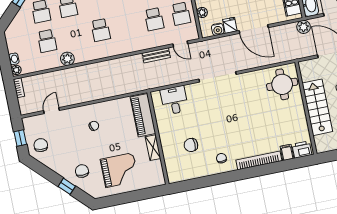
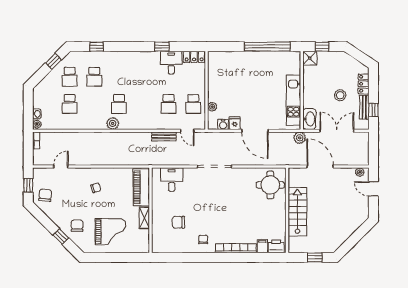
plant: (67, 59) -> (113, 123), moved

